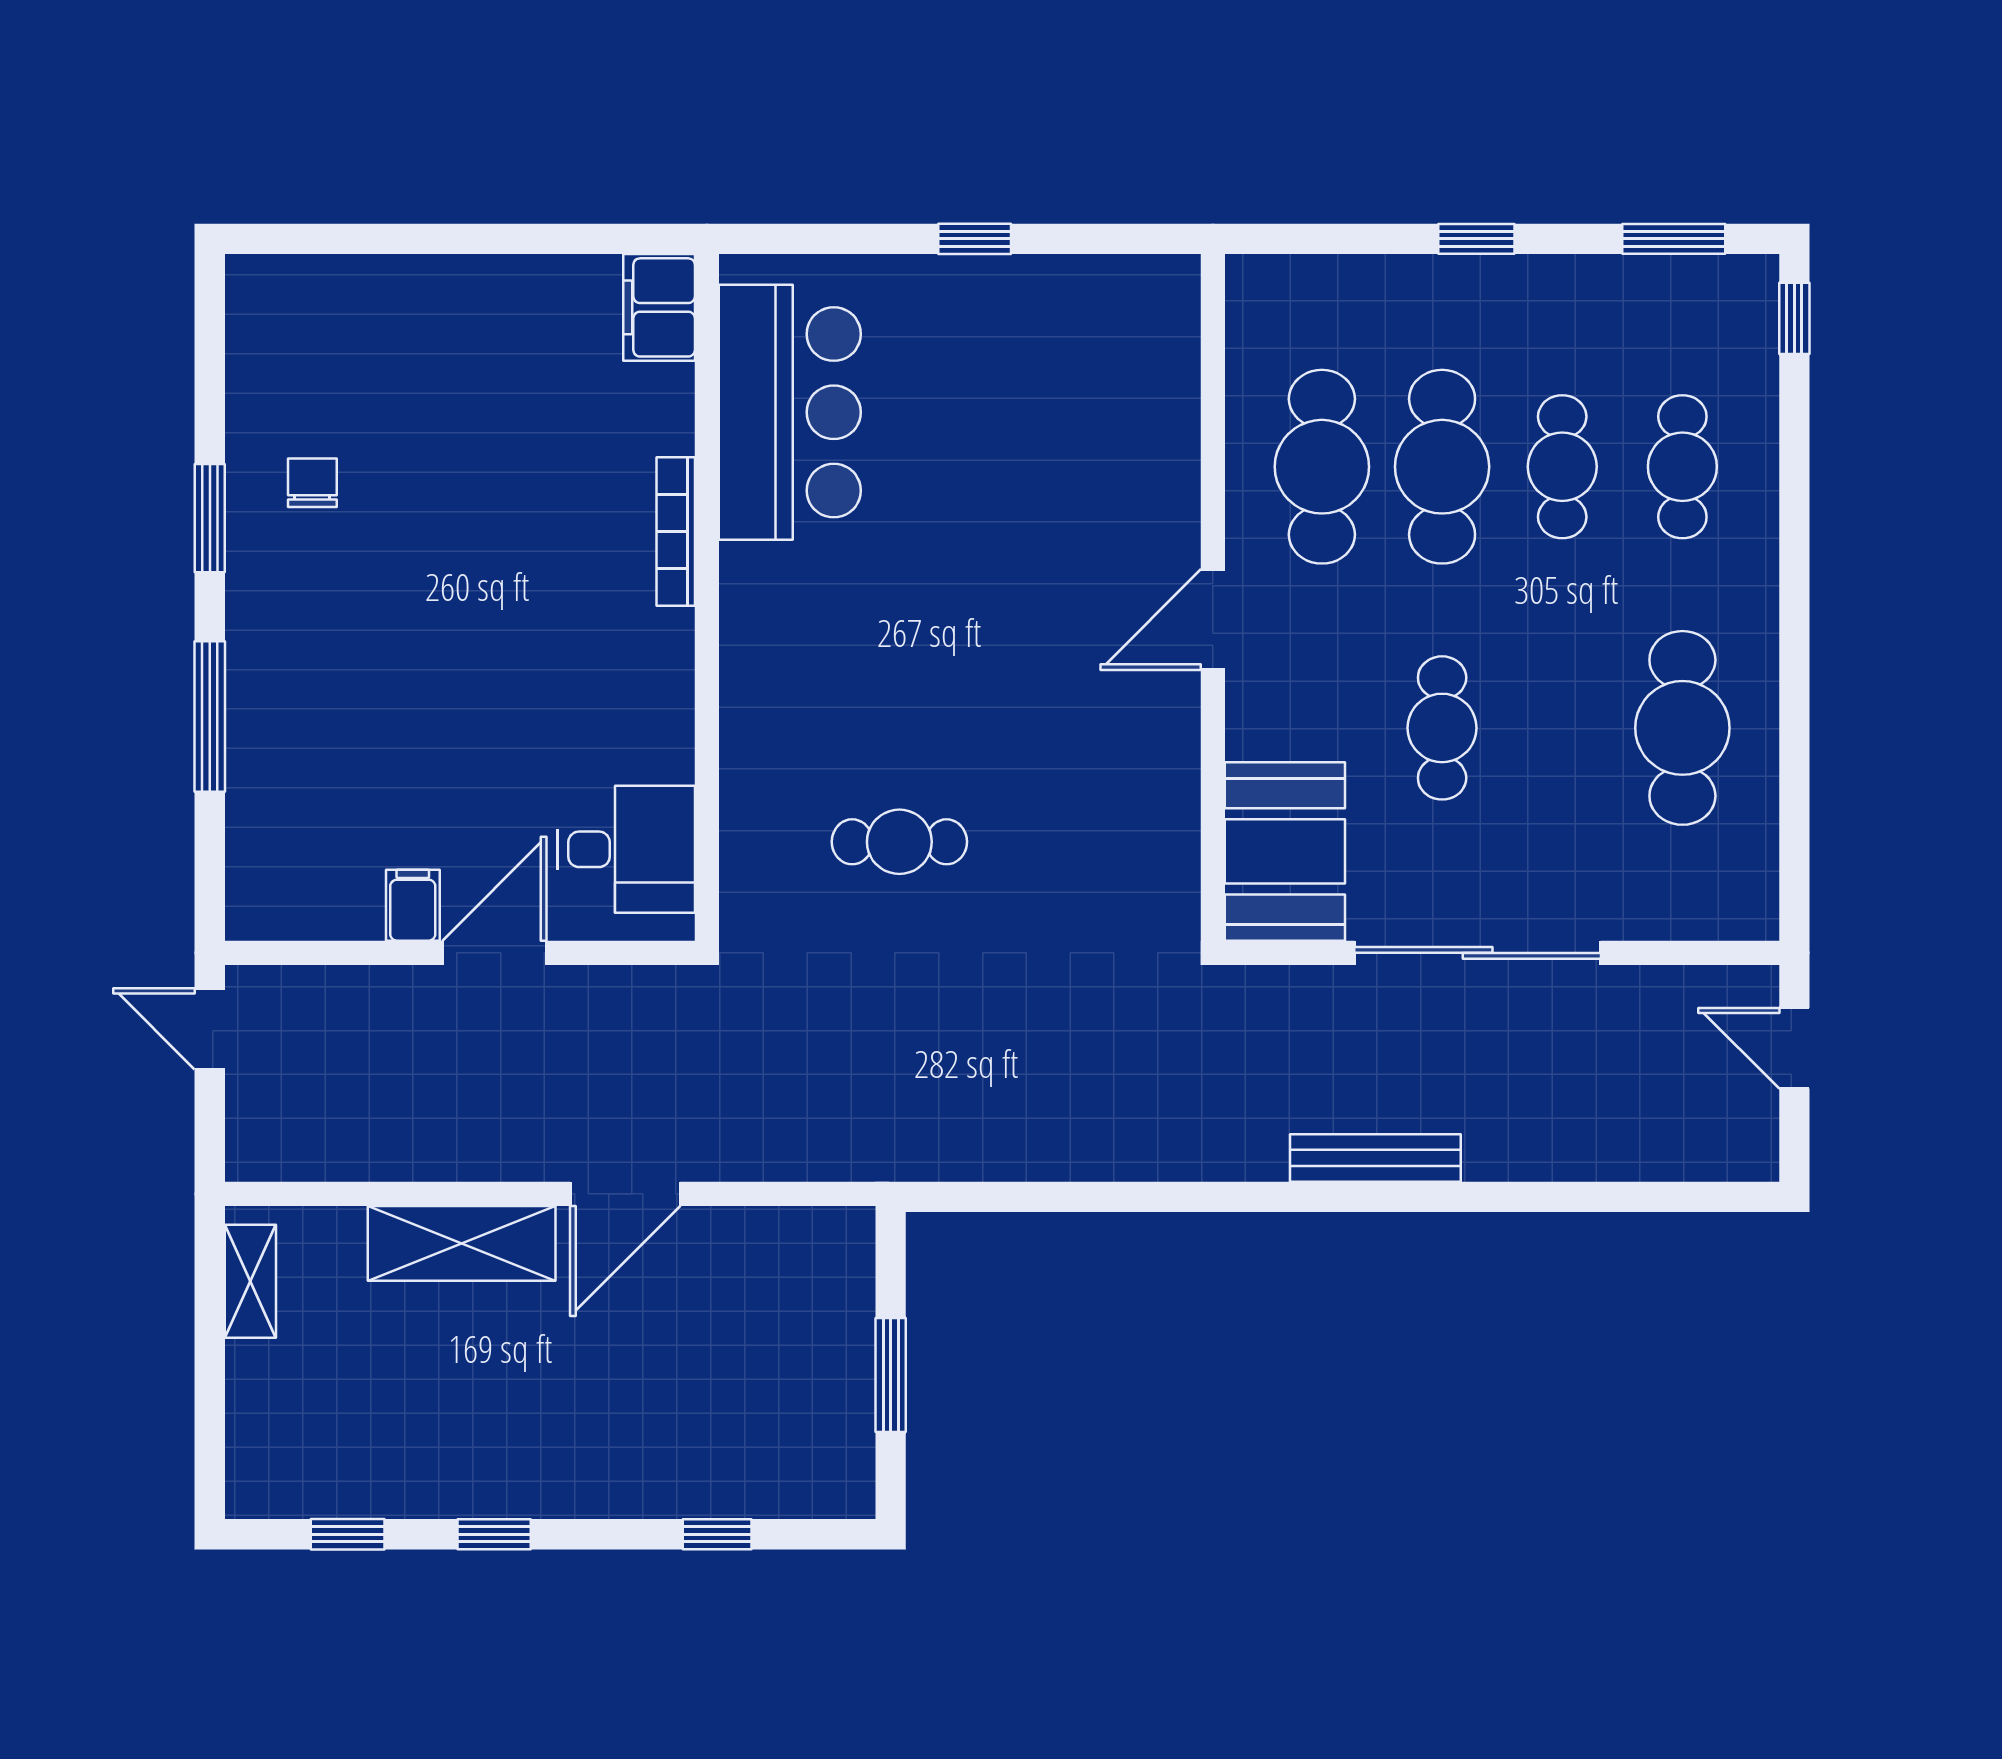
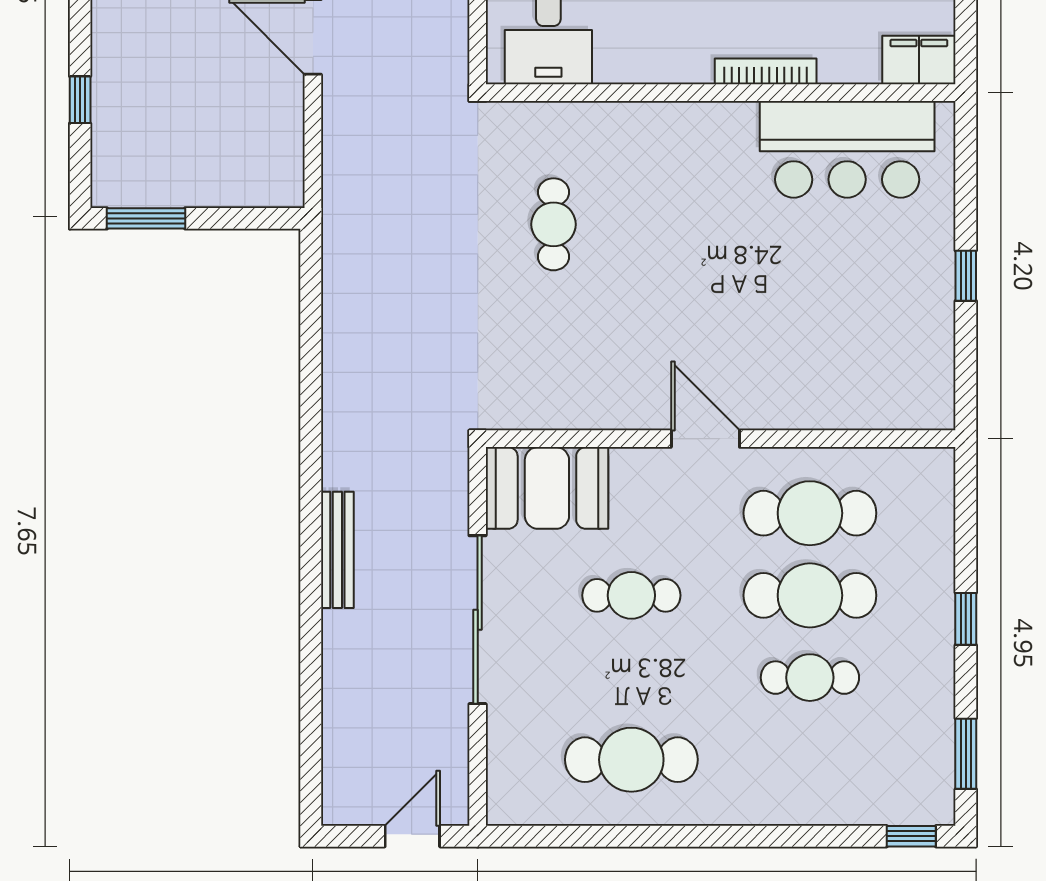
cafe table: (1682, 467) -> (810, 760), removed
window: (891, 1375) -> (146, 218), moved

